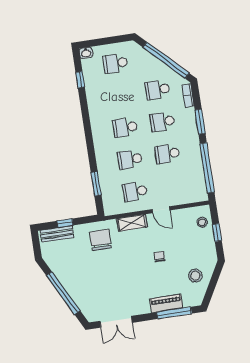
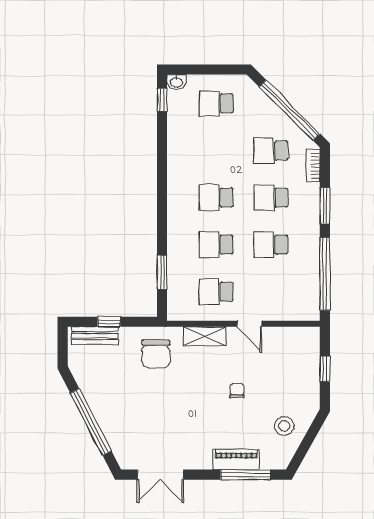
window: (80, 80) -> (162, 100), moved
stool: (202, 222) -> (306, 351), removed
chair: (100, 240) -> (156, 354), turned 180

